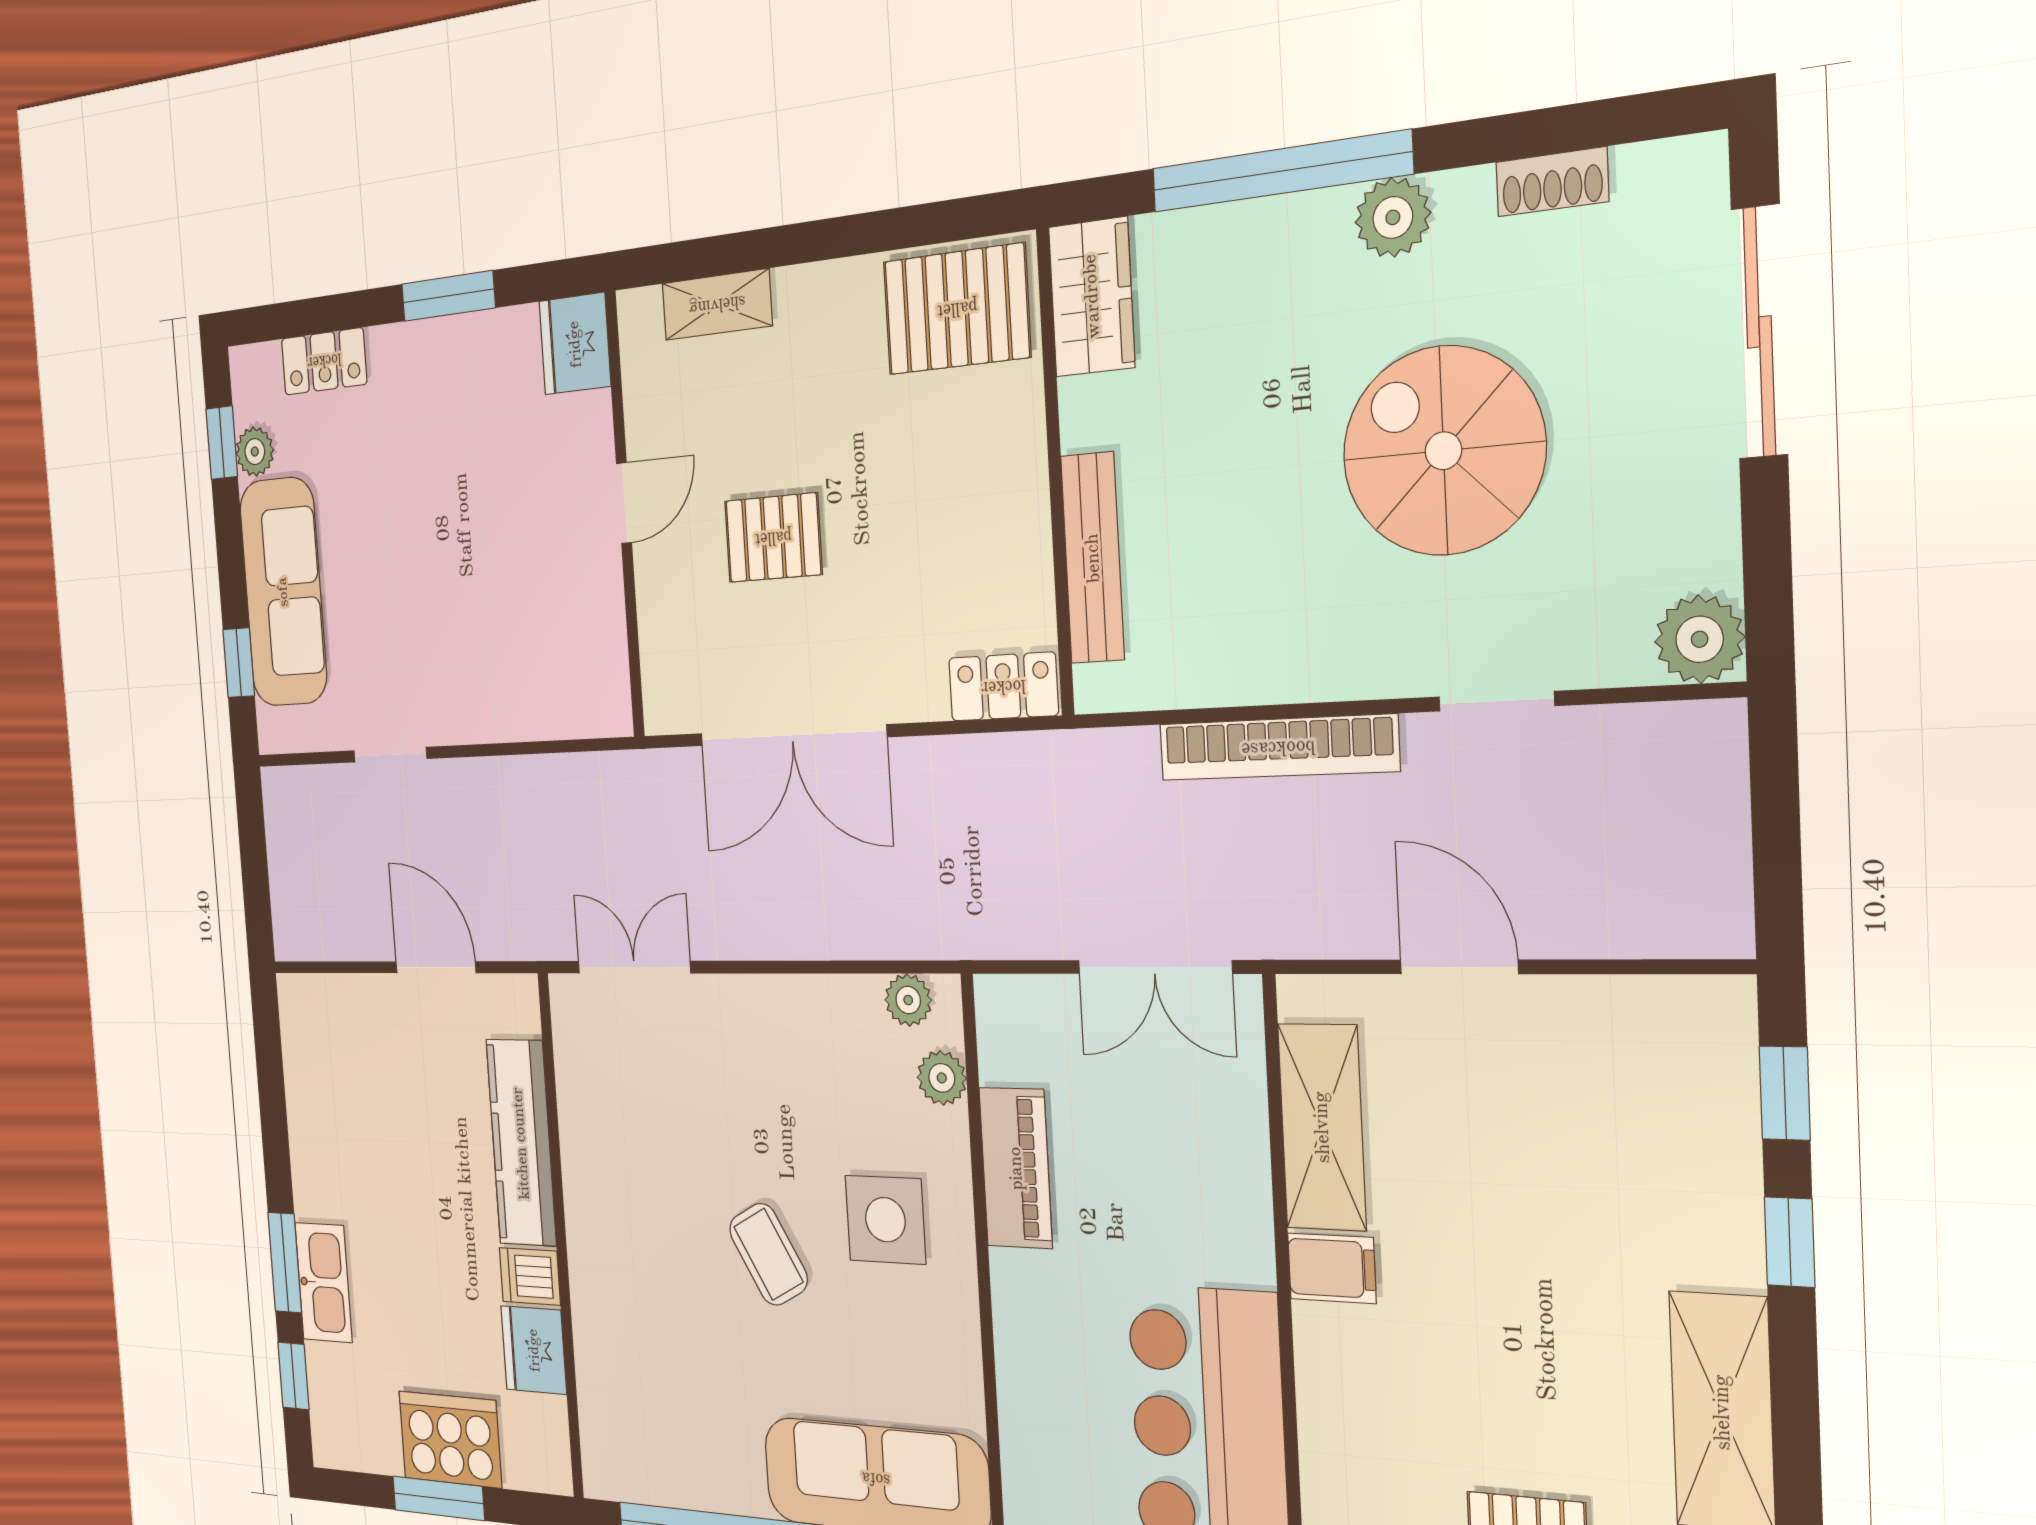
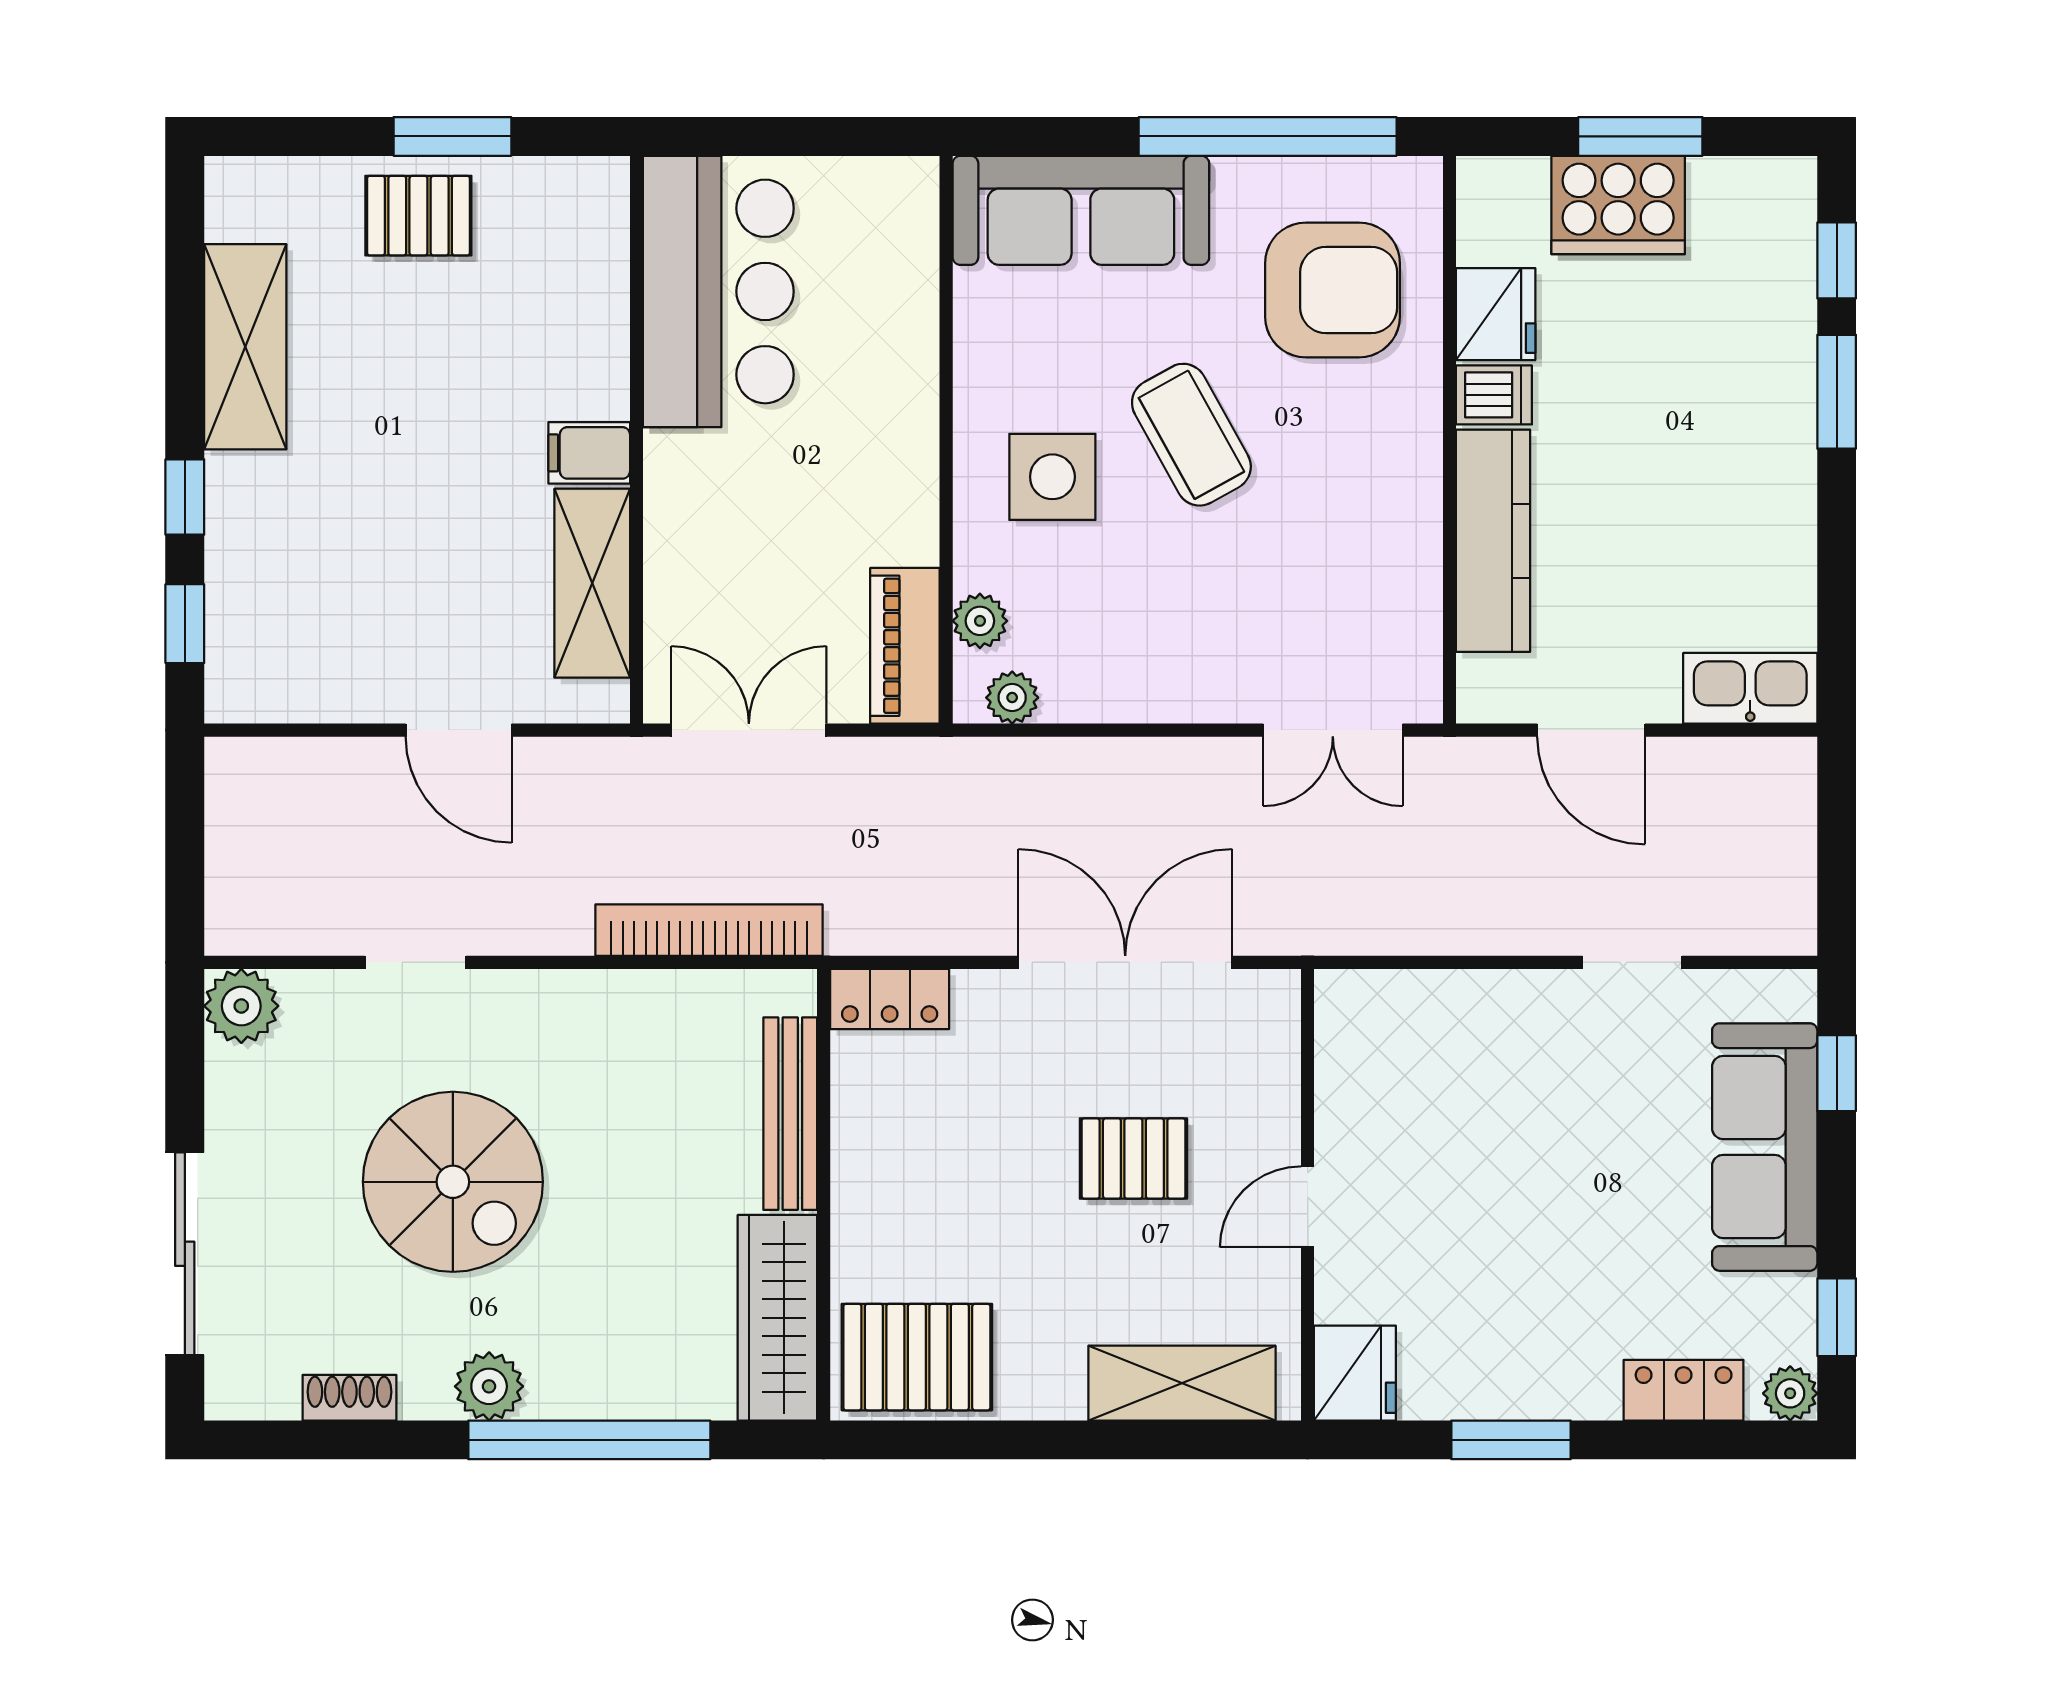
wardrobe: (1092, 297) -> (777, 1318), width x1.50
shelving: (717, 305) -> (1182, 1383), width x1.50, depth x1.33
plant: (255, 452) -> (1790, 1393), moved
bookcase: (1278, 748) -> (709, 930), moved
piano: (1016, 1168) -> (905, 646), moved
coffee table: (768, 1254) -> (1191, 435), width x1.36, depth x1.30
kitchen sink: (323, 1282) -> (1750, 688), moved, turned 90
armchair: (662, 1383) -> (1332, 290), added

